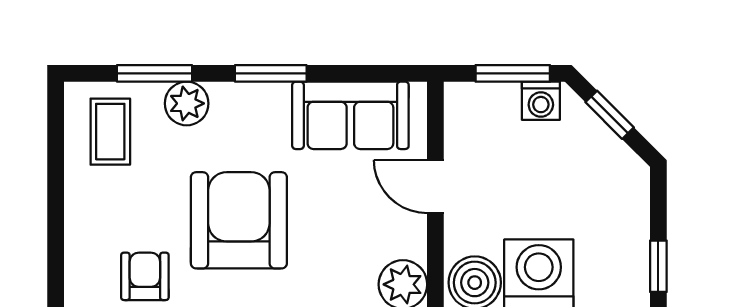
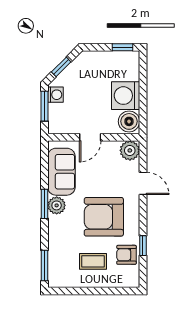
window: (155, 73) -> (44, 266), moved
plant: (187, 103) -> (57, 205), moved
coffee table: (110, 132) -> (93, 261), moved

